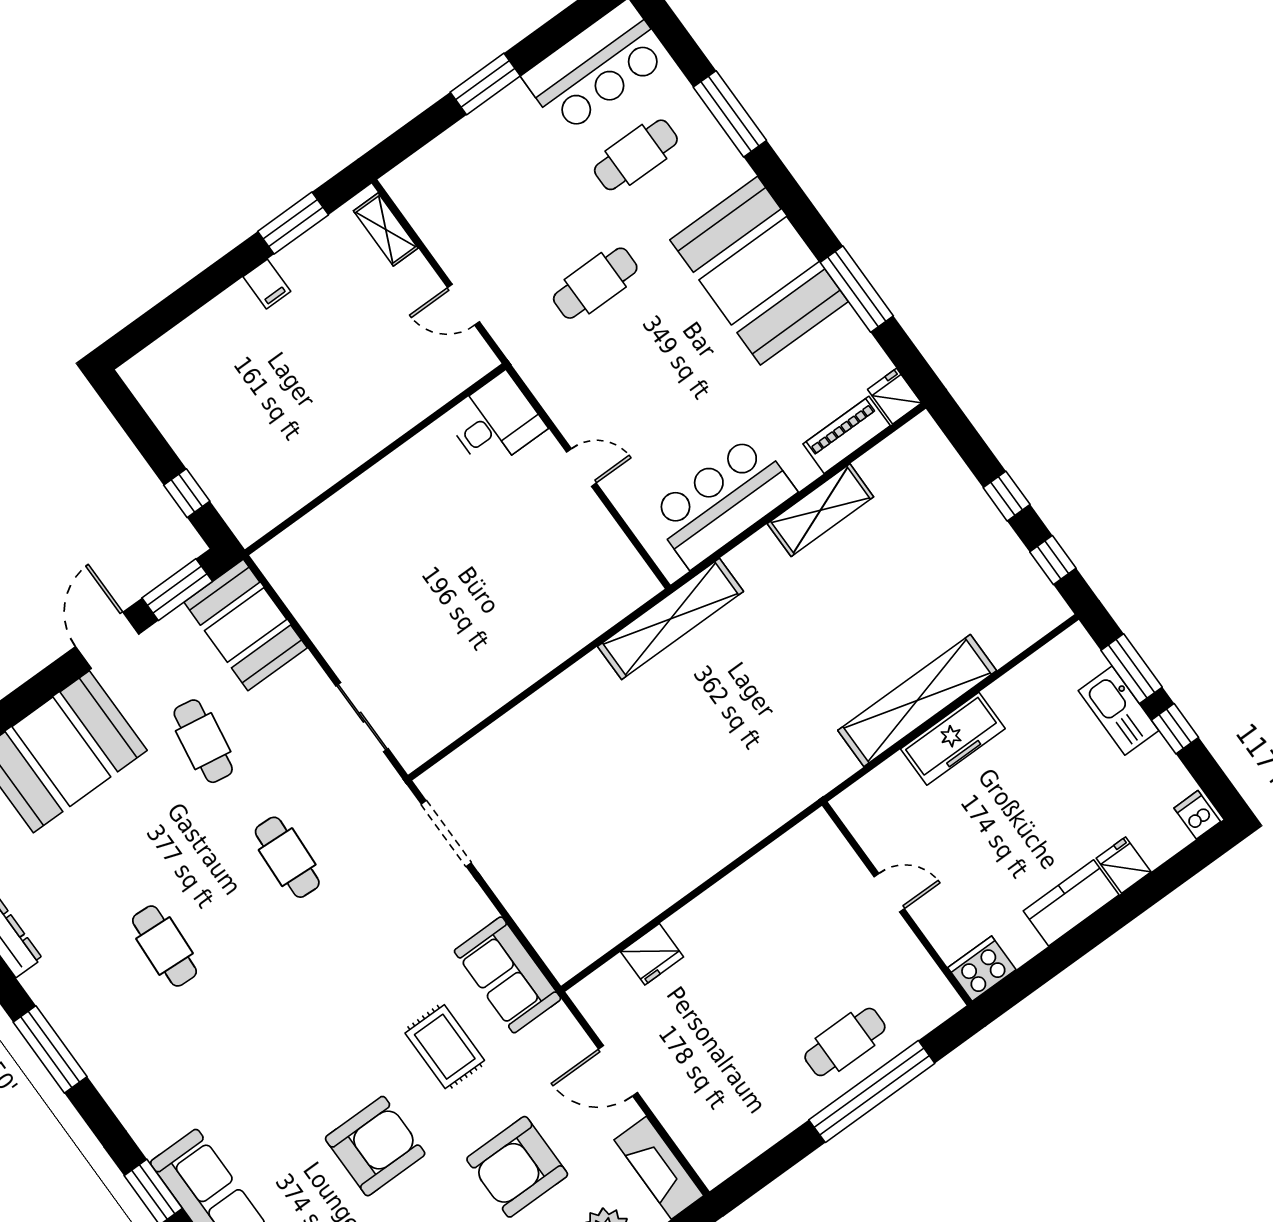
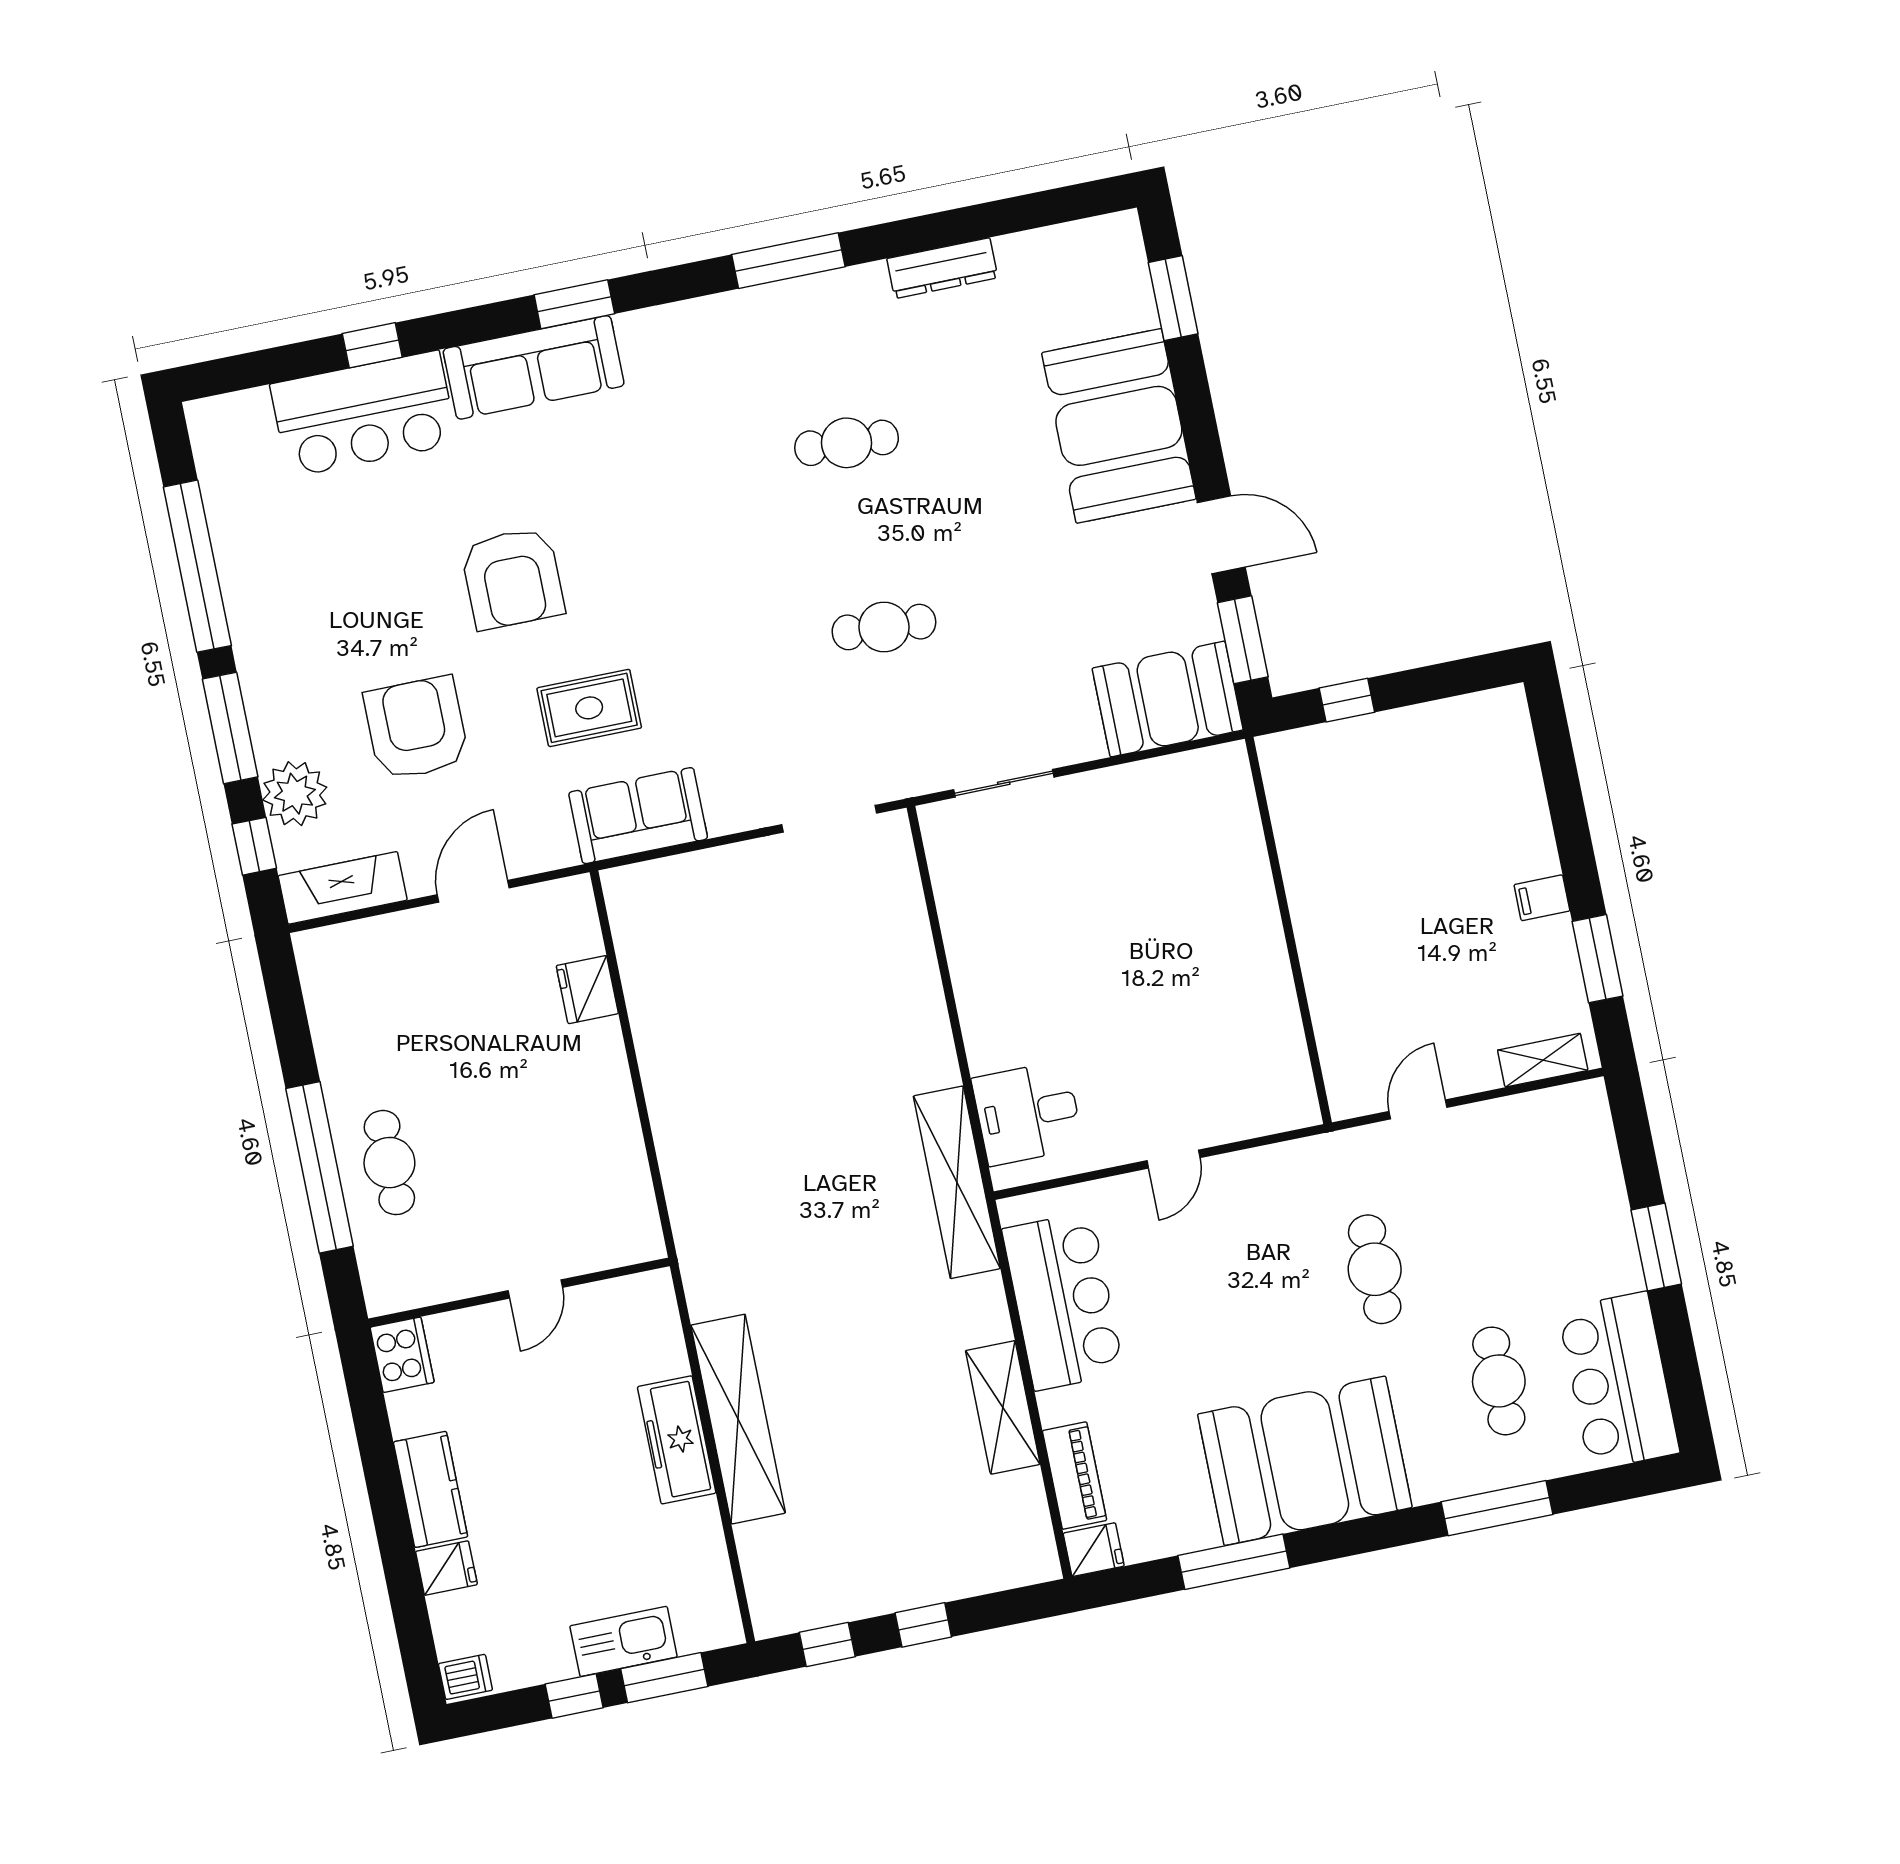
desk: (495, 422) -> (1028, 1113), moved, turned 90
cafe table: (203, 741) -> (1058, 592), removed

